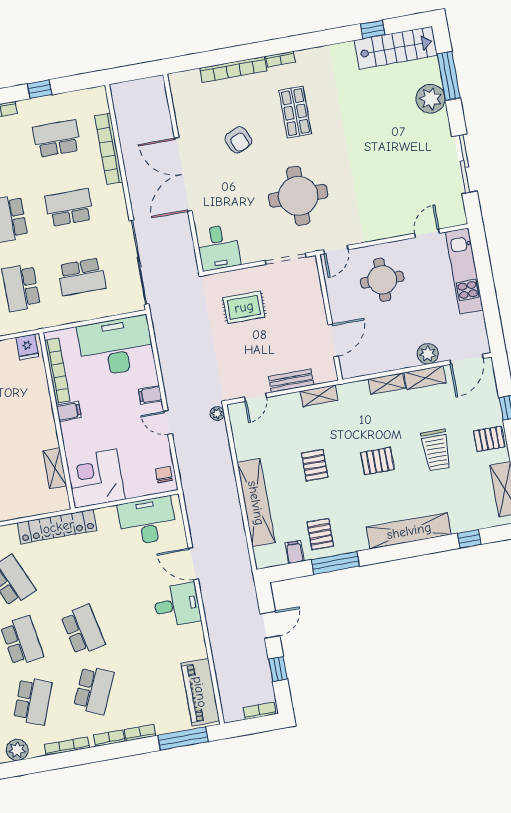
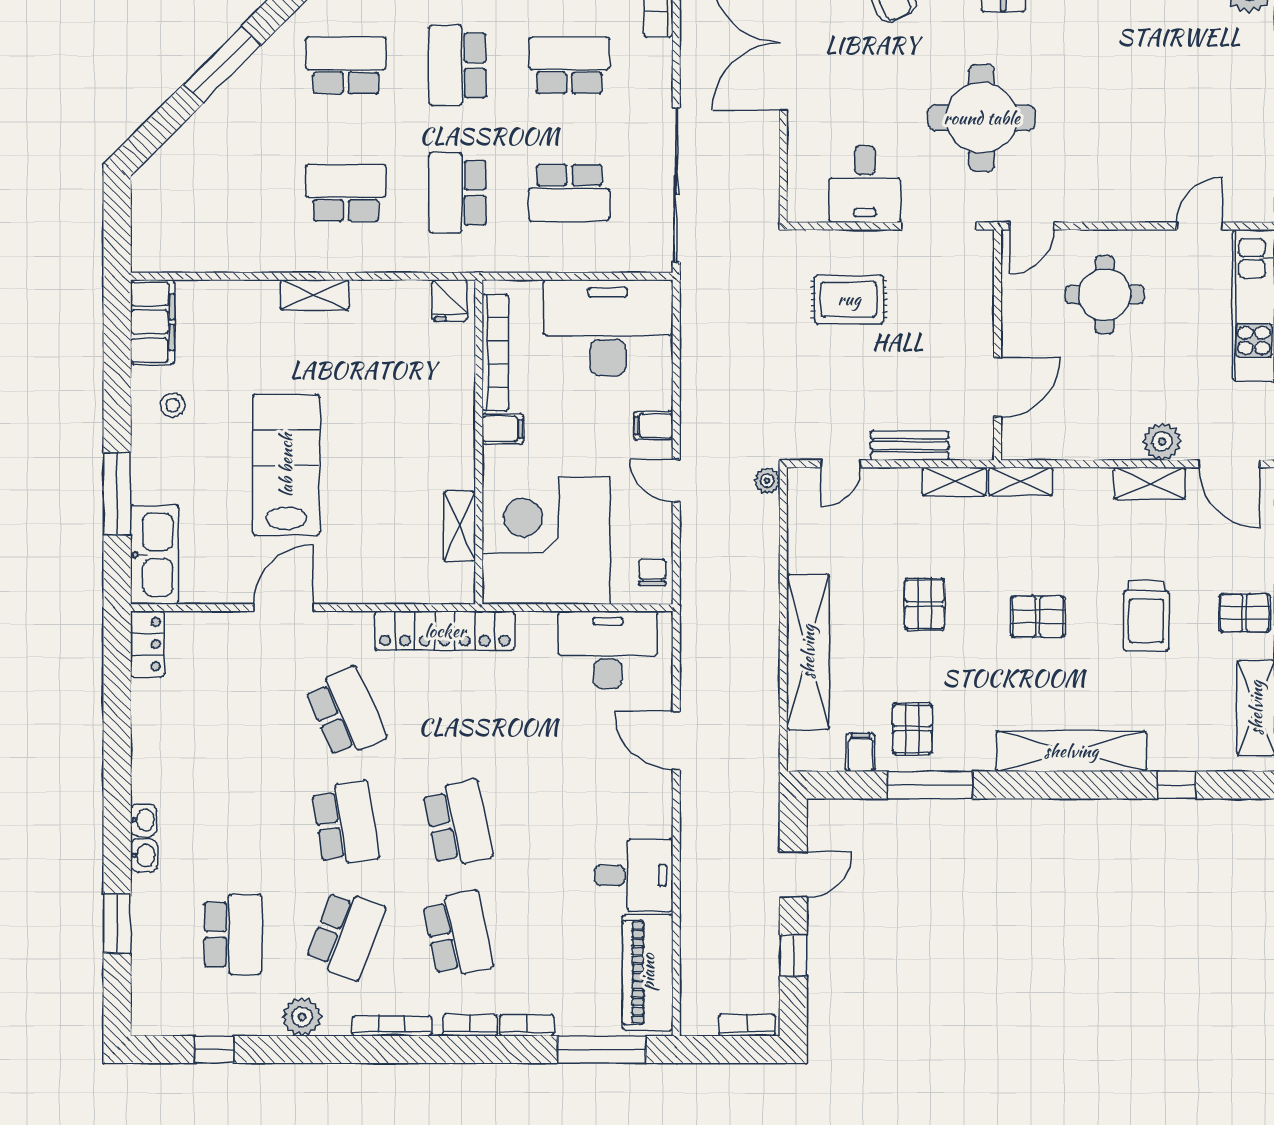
desk: (218, 247) -> (865, 184), moved
door: (466, 359) -> (1229, 464), hinge flipped
shelving: (387, 384) -> (1021, 481), moved
corner desk: (95, 479) -> (546, 540), width x1.36, depth x1.36
desk: (177, 605) -> (634, 875), moved
school desk: (94, 690) -> (458, 934), turned -36

